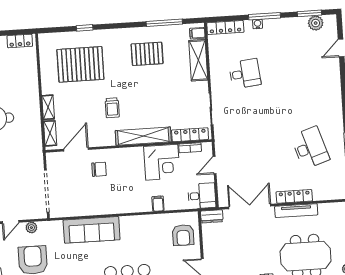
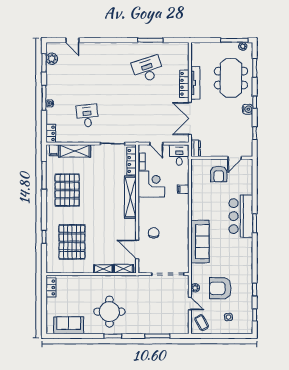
locker: (225, 27) -> (51, 133), width x0.66
pallet: (147, 54) -> (67, 190), width x1.37, depth x1.41
trolley: (112, 108) -> (107, 220), removed
armchair: (183, 235) -> (219, 174), moved, turned 90

